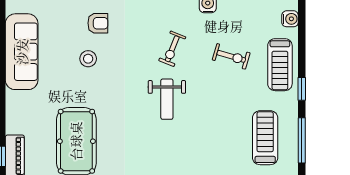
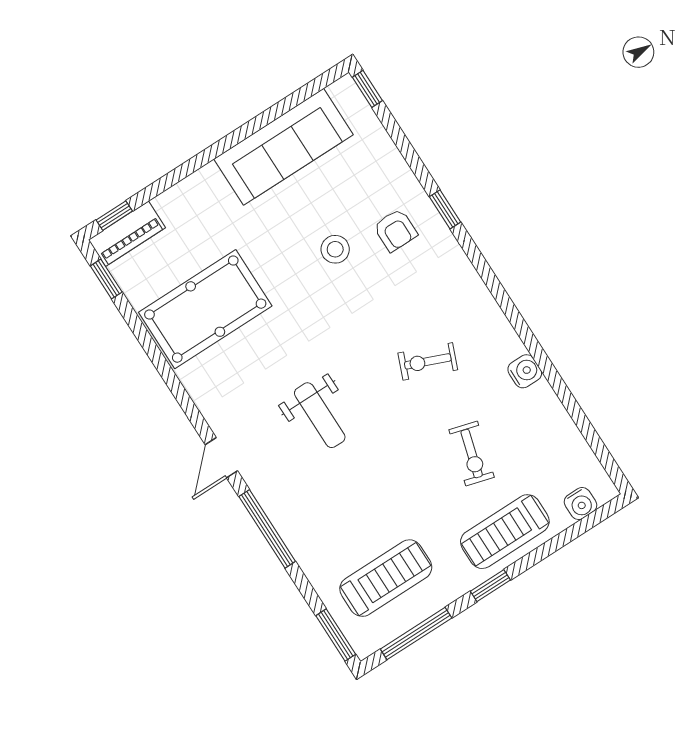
weight bench: (167, 99) -> (320, 415), moved, turned -90

